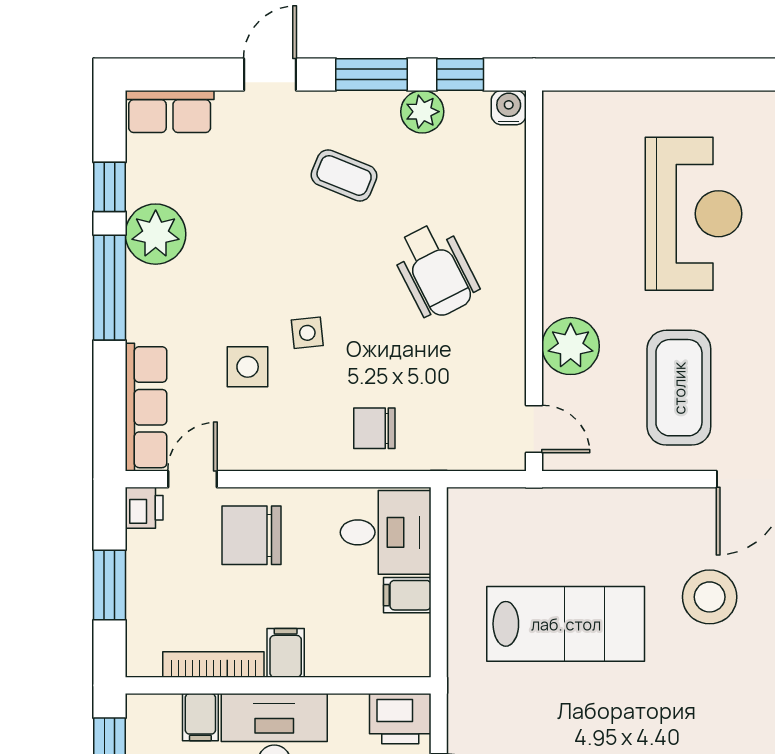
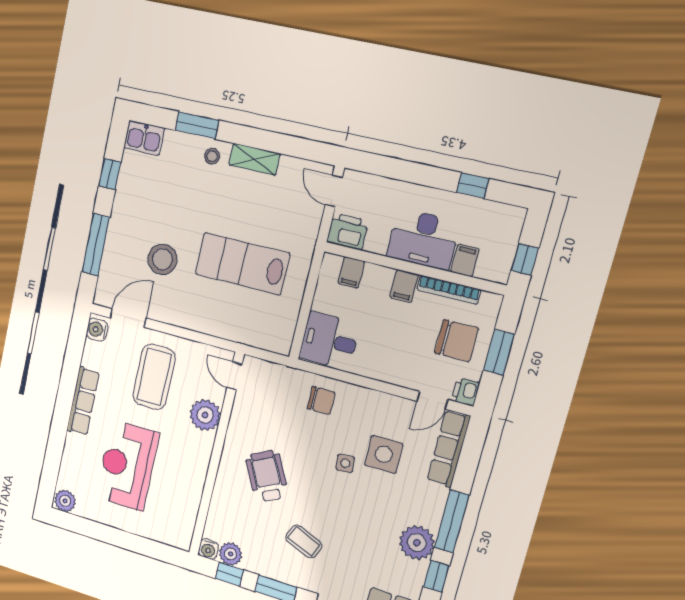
plant: (422, 112) -> (231, 554), moved
side table: (248, 367) -> (384, 454), width x1.37, depth x1.37
chair: (252, 535) -> (456, 341), moved
filing cabinet: (407, 595) -> (351, 272), moved, turned 90

